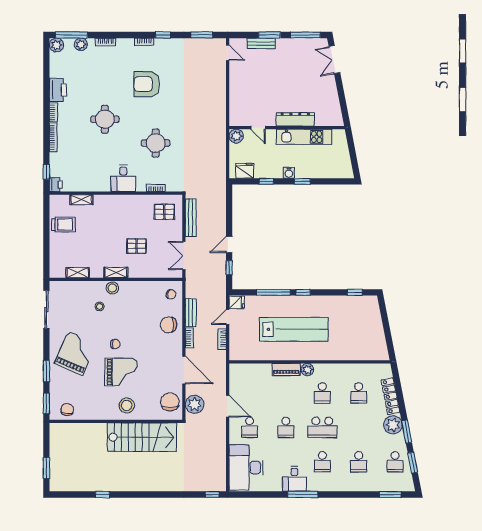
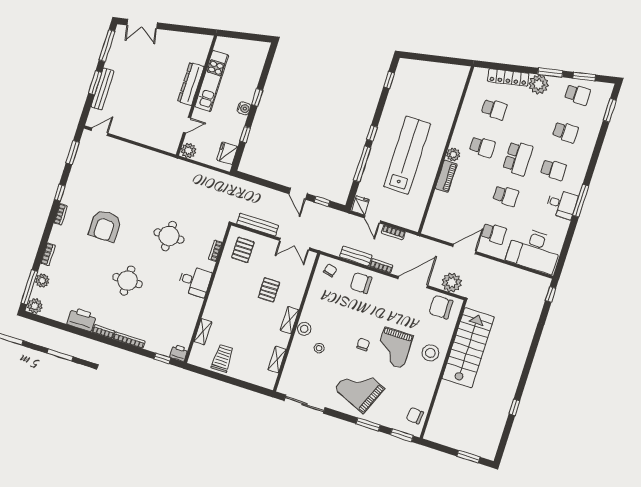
bench: (261, 43) -> (103, 89), width x1.36
chair: (169, 325) -> (361, 283), turned 90
grand piano: (121, 372) -> (394, 348), turned 180

